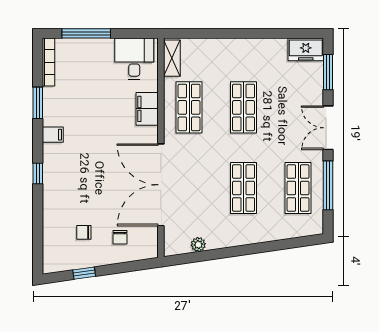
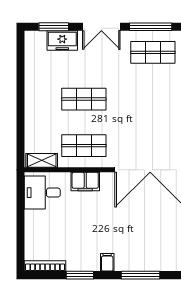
window: (86, 33) -> (20, 234), removed
freezer: (306, 49) -> (62, 40), moved, turned 90
window: (38, 174) -> (140, 275), width x2.17
shop shelf: (244, 188) -> (153, 99), removed

